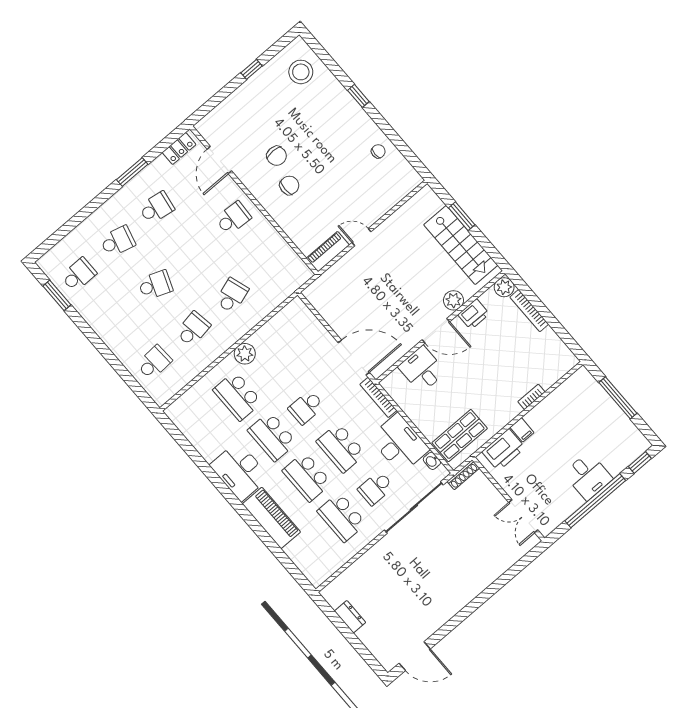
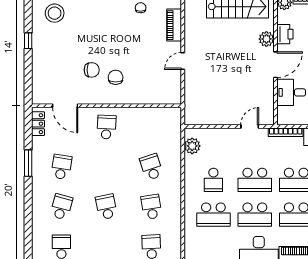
piano: (328, 252) -> (174, 25), moved
school desk: (155, 285) -> (106, 207), turned -33
plant: (245, 354) -> (192, 146), moved
door: (354, 357) -> (250, 127), width x0.53
school desk: (271, 367) -> (213, 180), added
school desk: (306, 407) -> (255, 180), width x1.85

